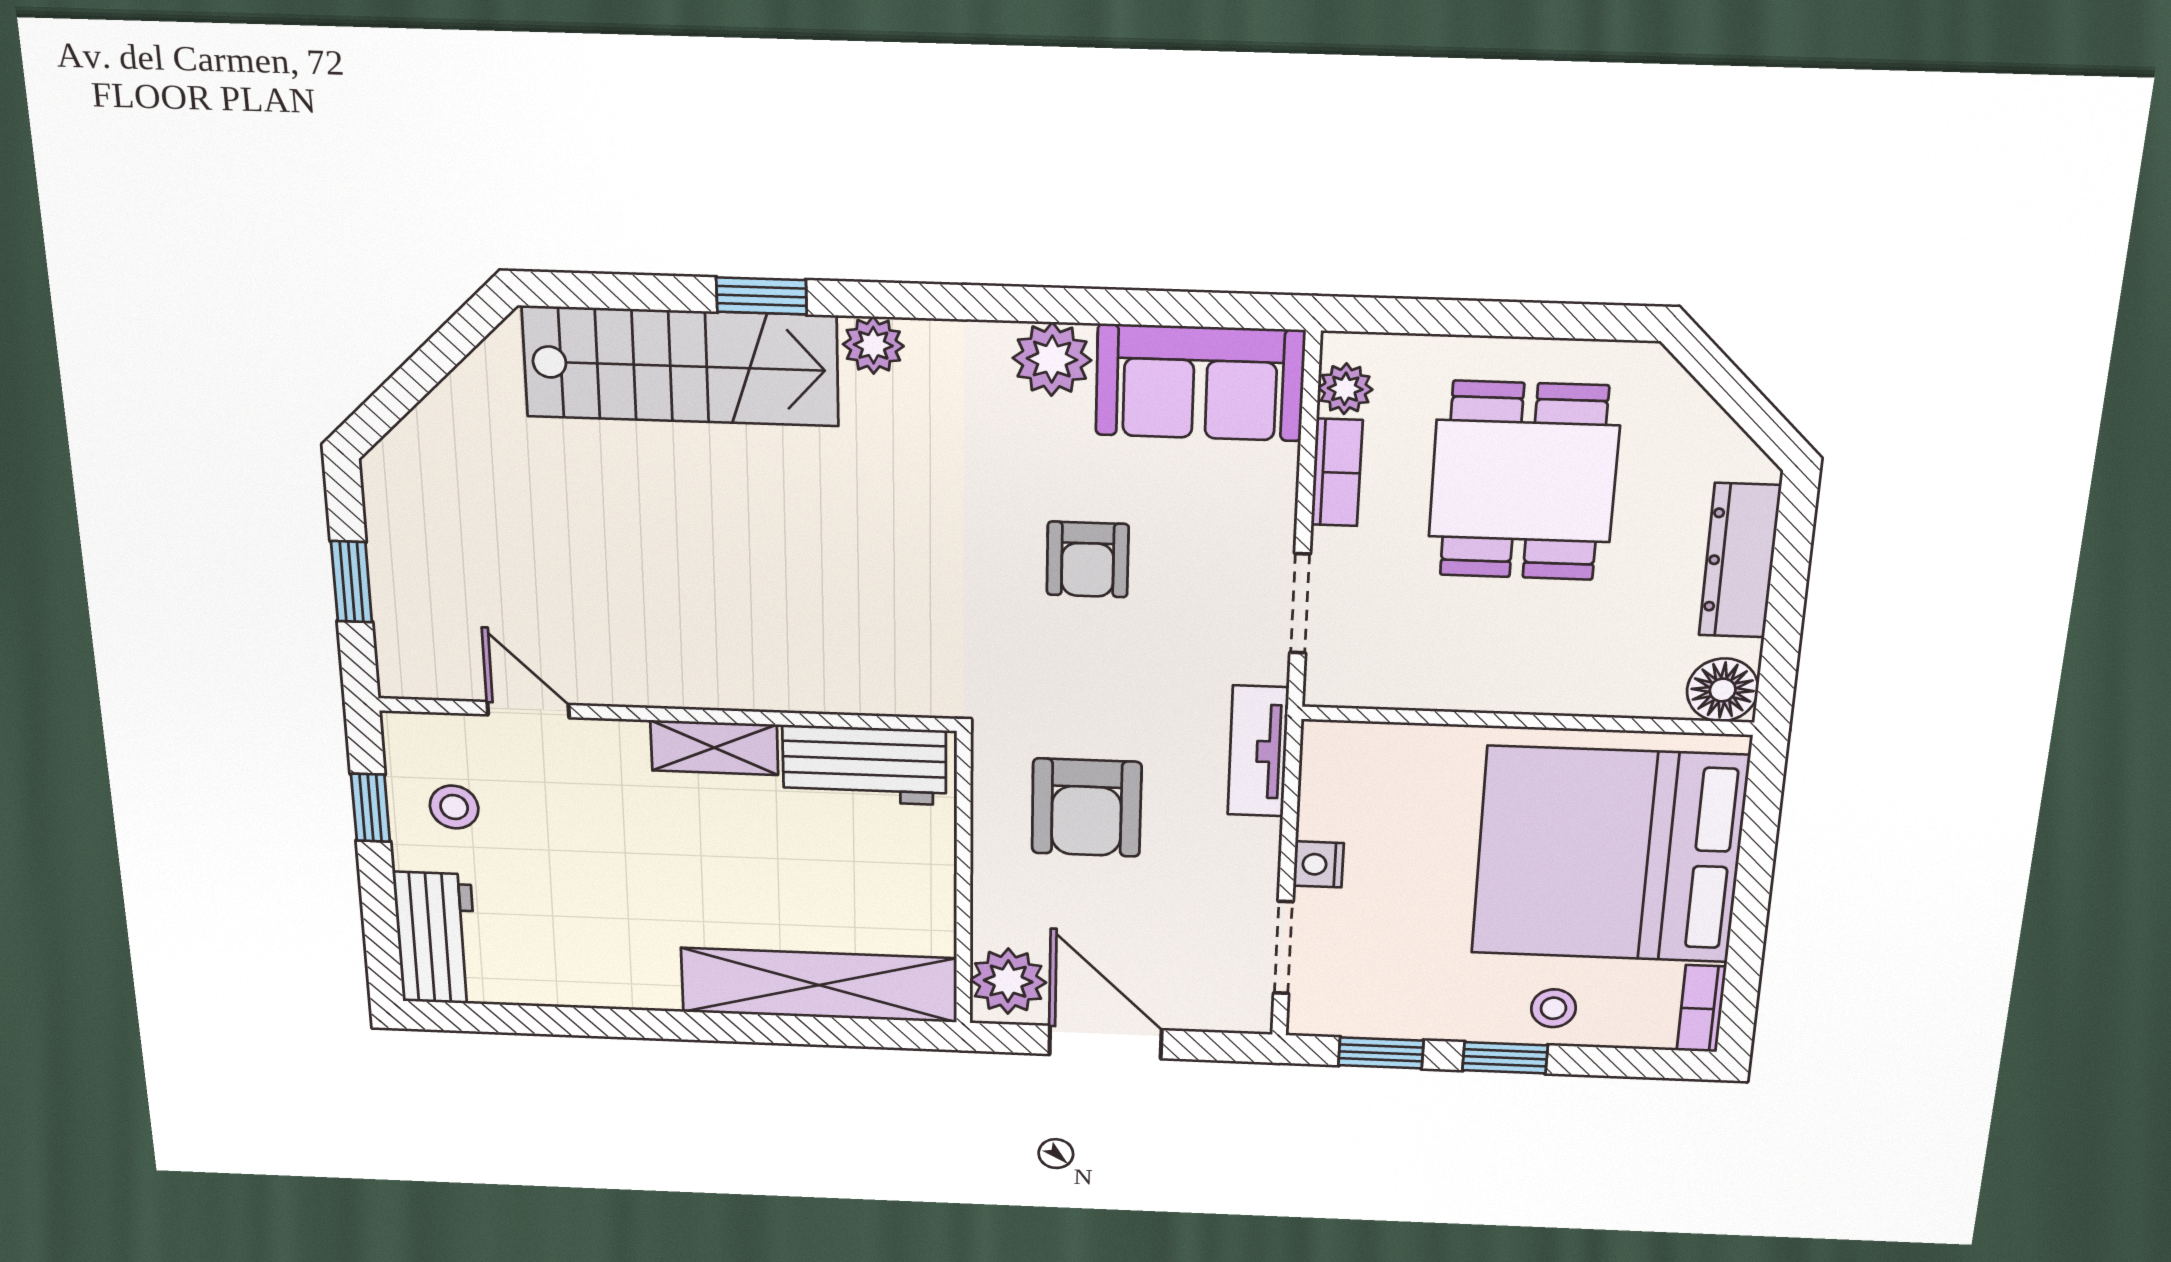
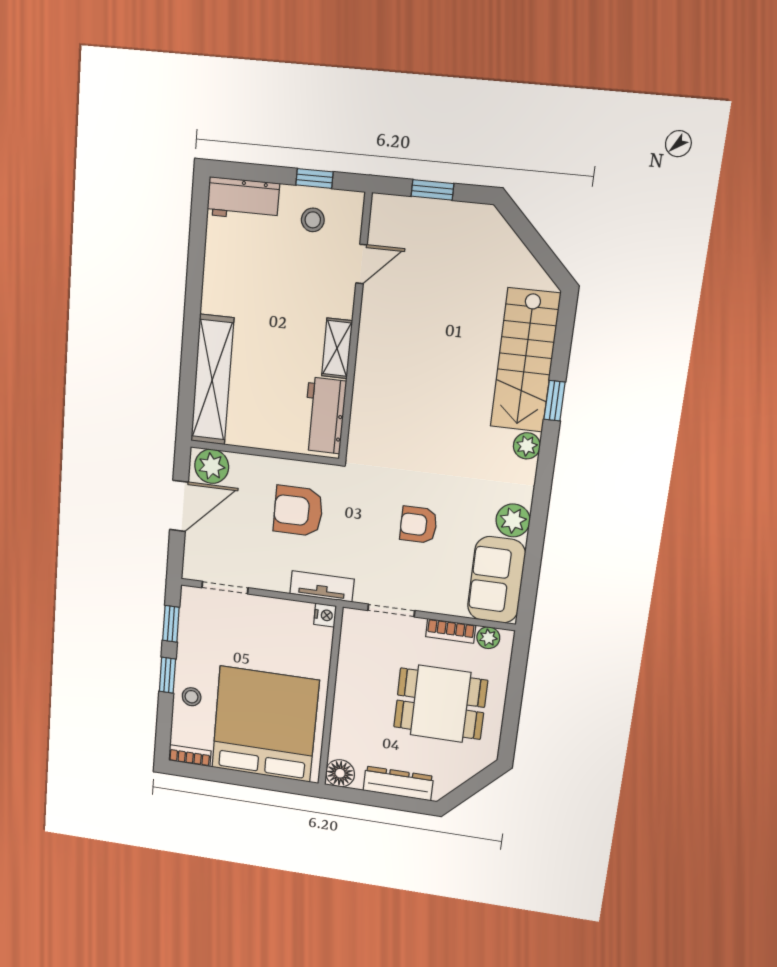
nightstand: (1318, 864) -> (325, 615), moved, turned 90

